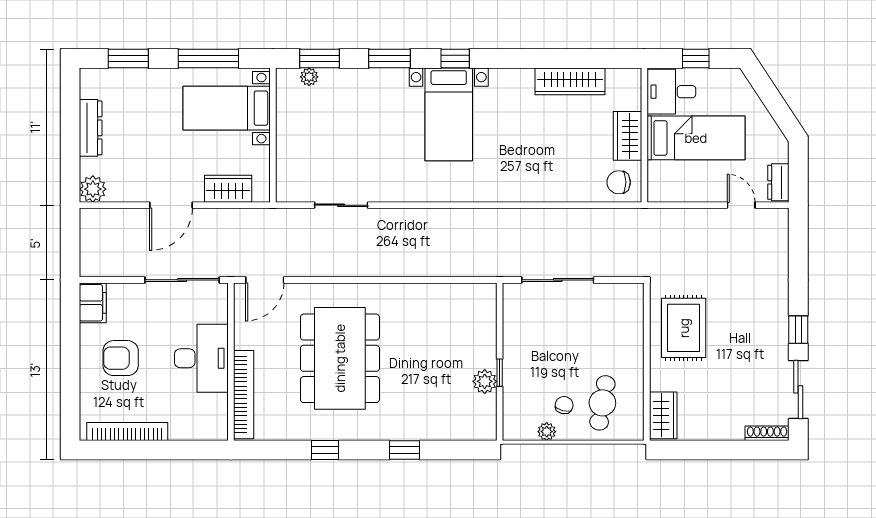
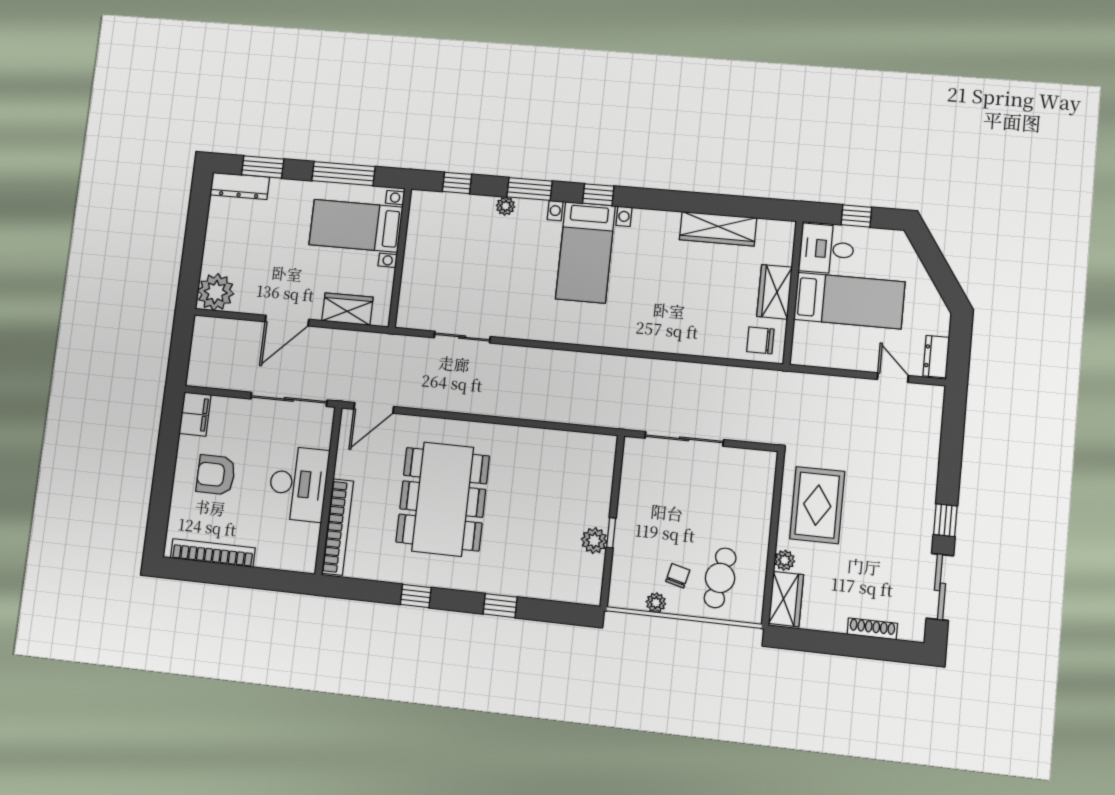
window: (319, 58) -> (457, 183), width x0.67
plant: (309, 77) -> (506, 206), moved
dresser: (91, 128) -> (240, 186), moved, turned 90
plant: (93, 189) -> (216, 292), width x1.36, depth x1.36
plant: (659, 381) -> (785, 560), added
shoe rack: (767, 433) -> (872, 629), moved

